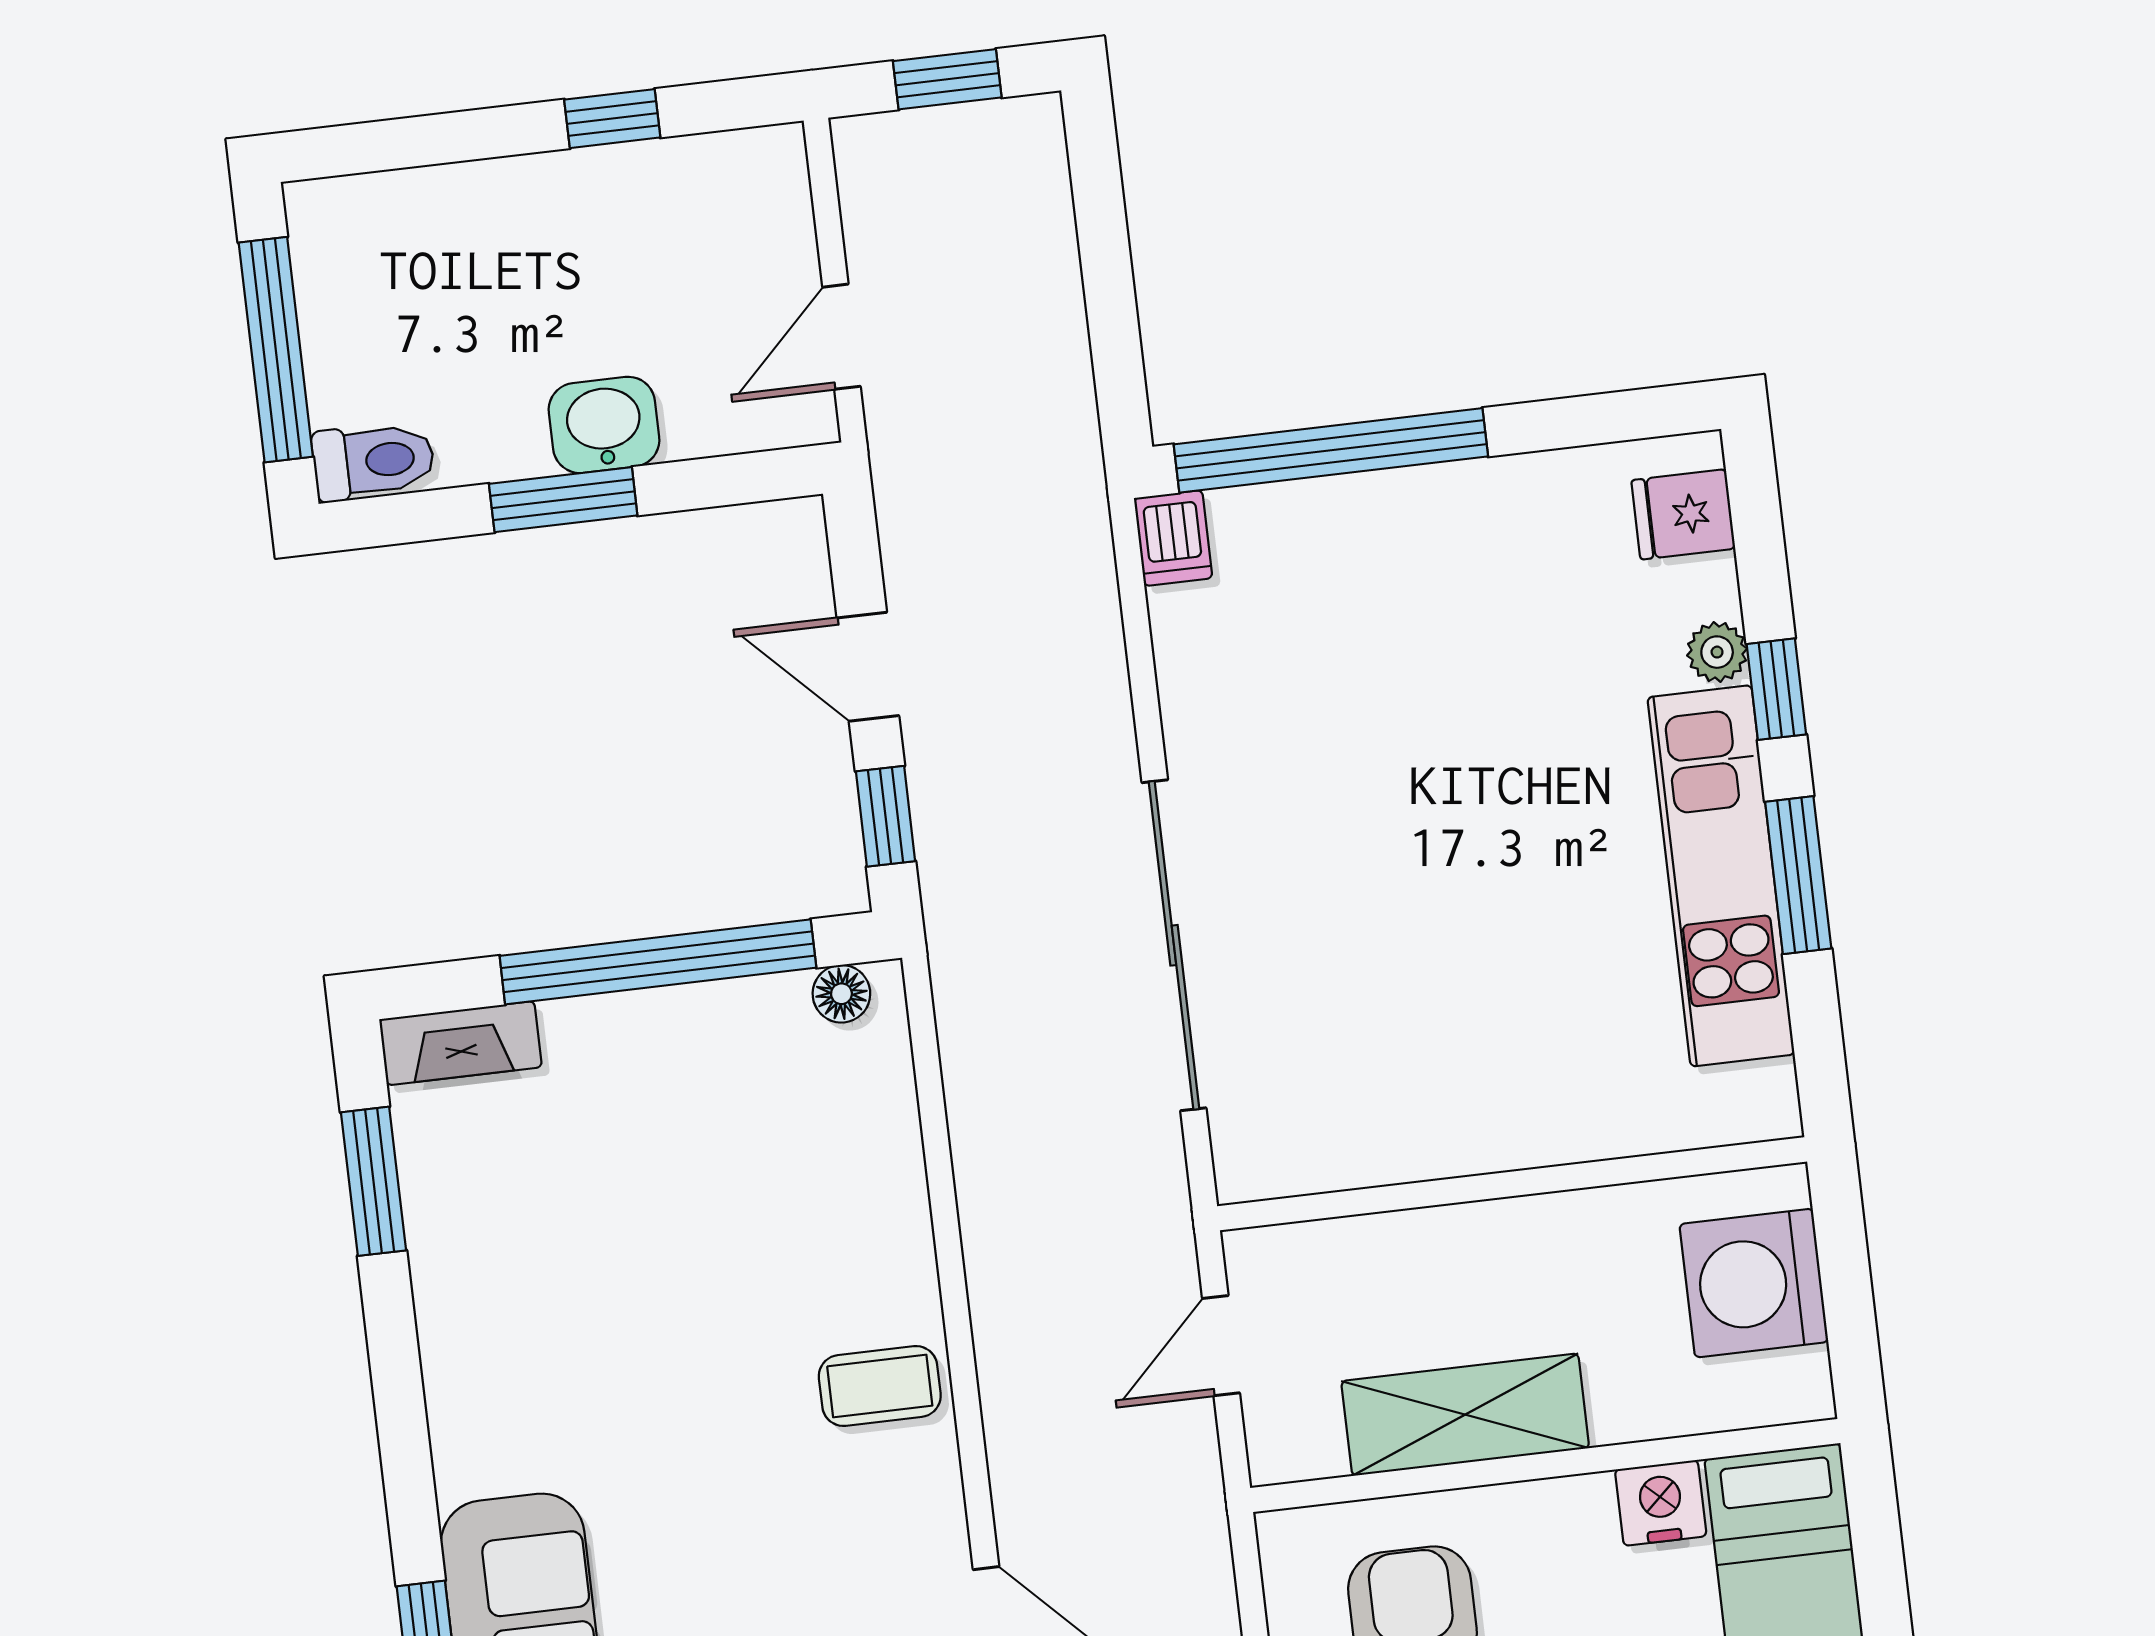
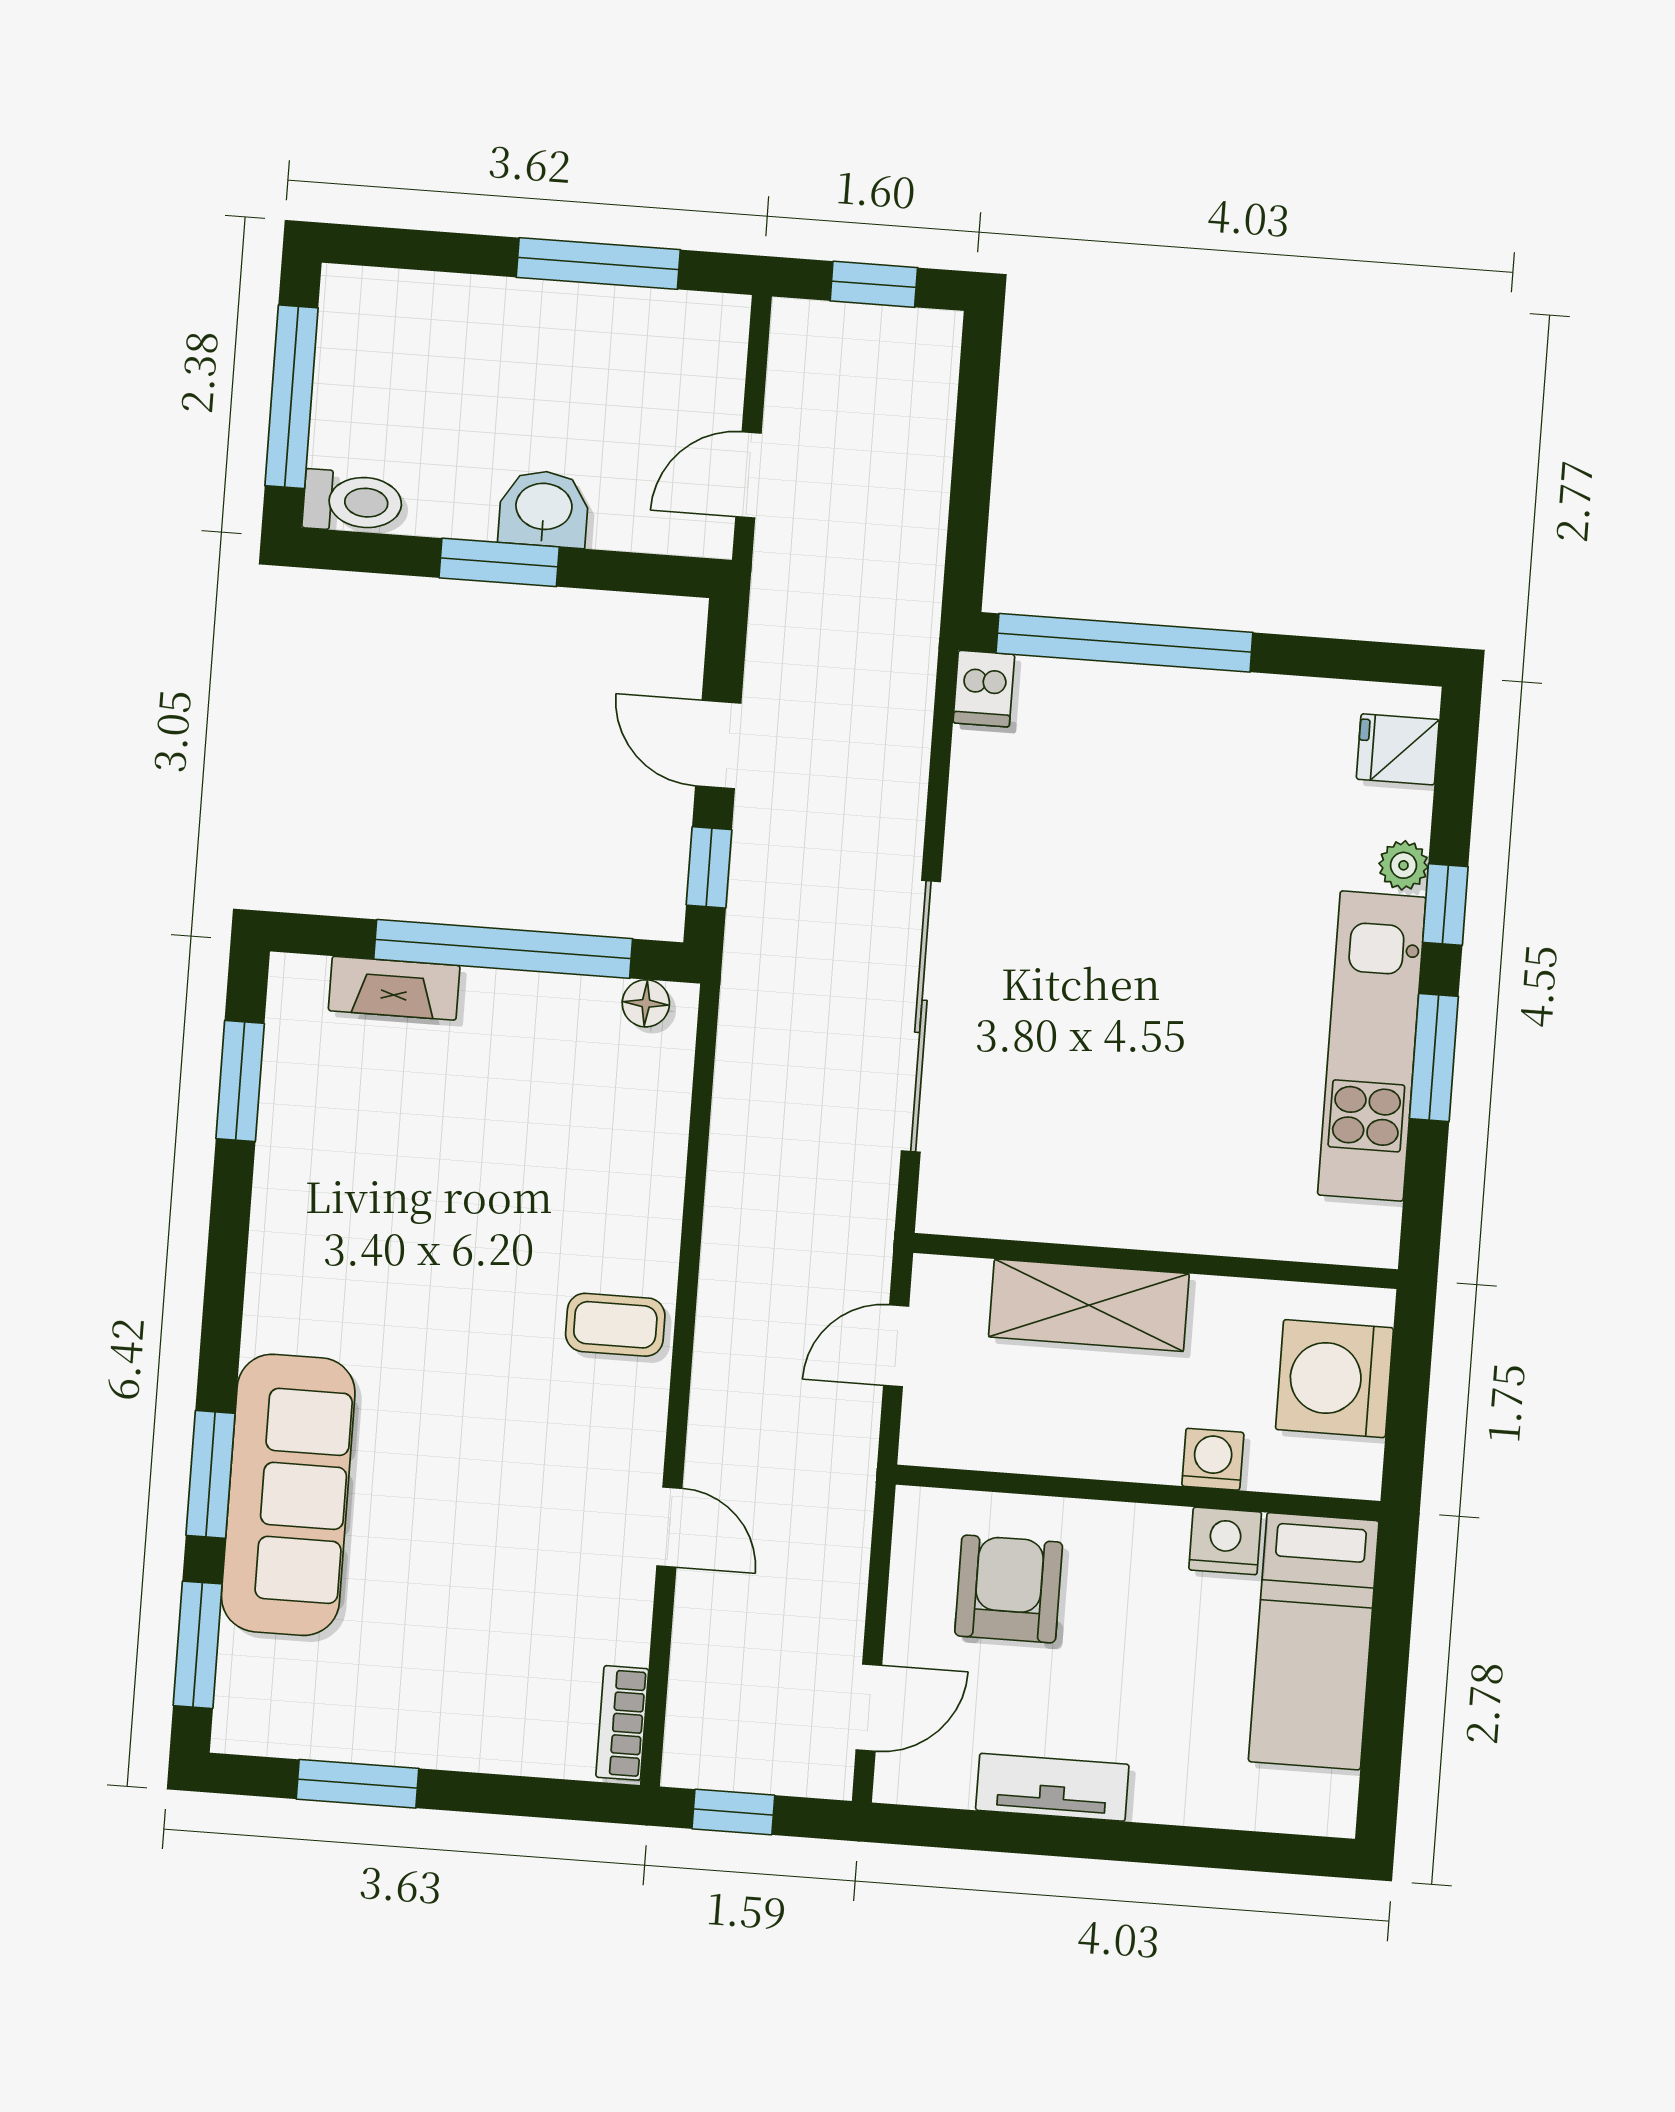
window: (612, 119) -> (598, 263), width x2.17
fireplace: (460, 1043) -> (394, 988), moved
washing machine: (1627, 1408) -> (1213, 1459), added
shelving: (1465, 1415) -> (1089, 1305), moved

